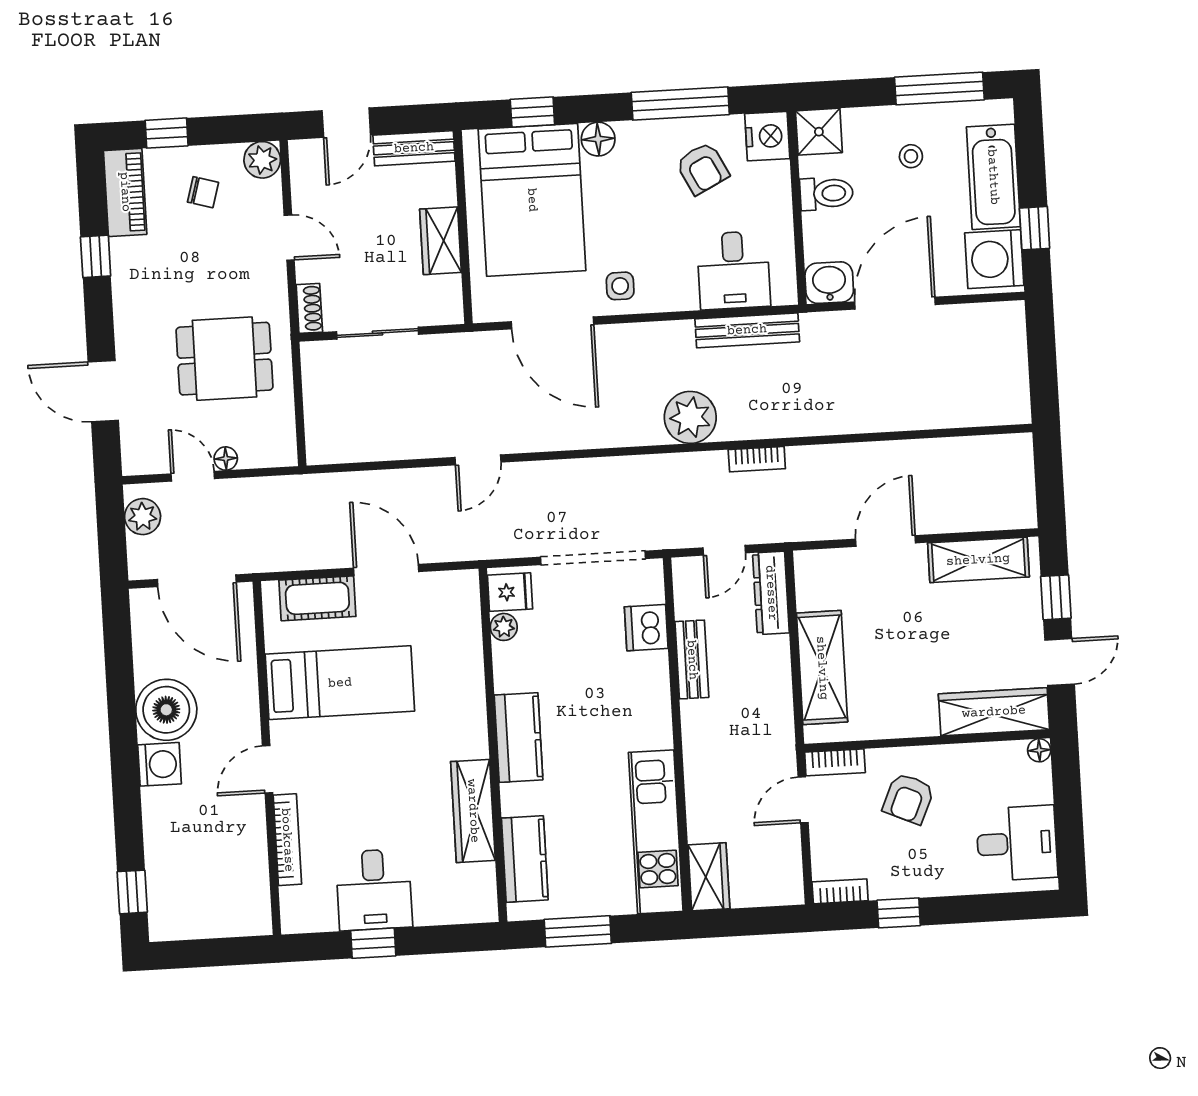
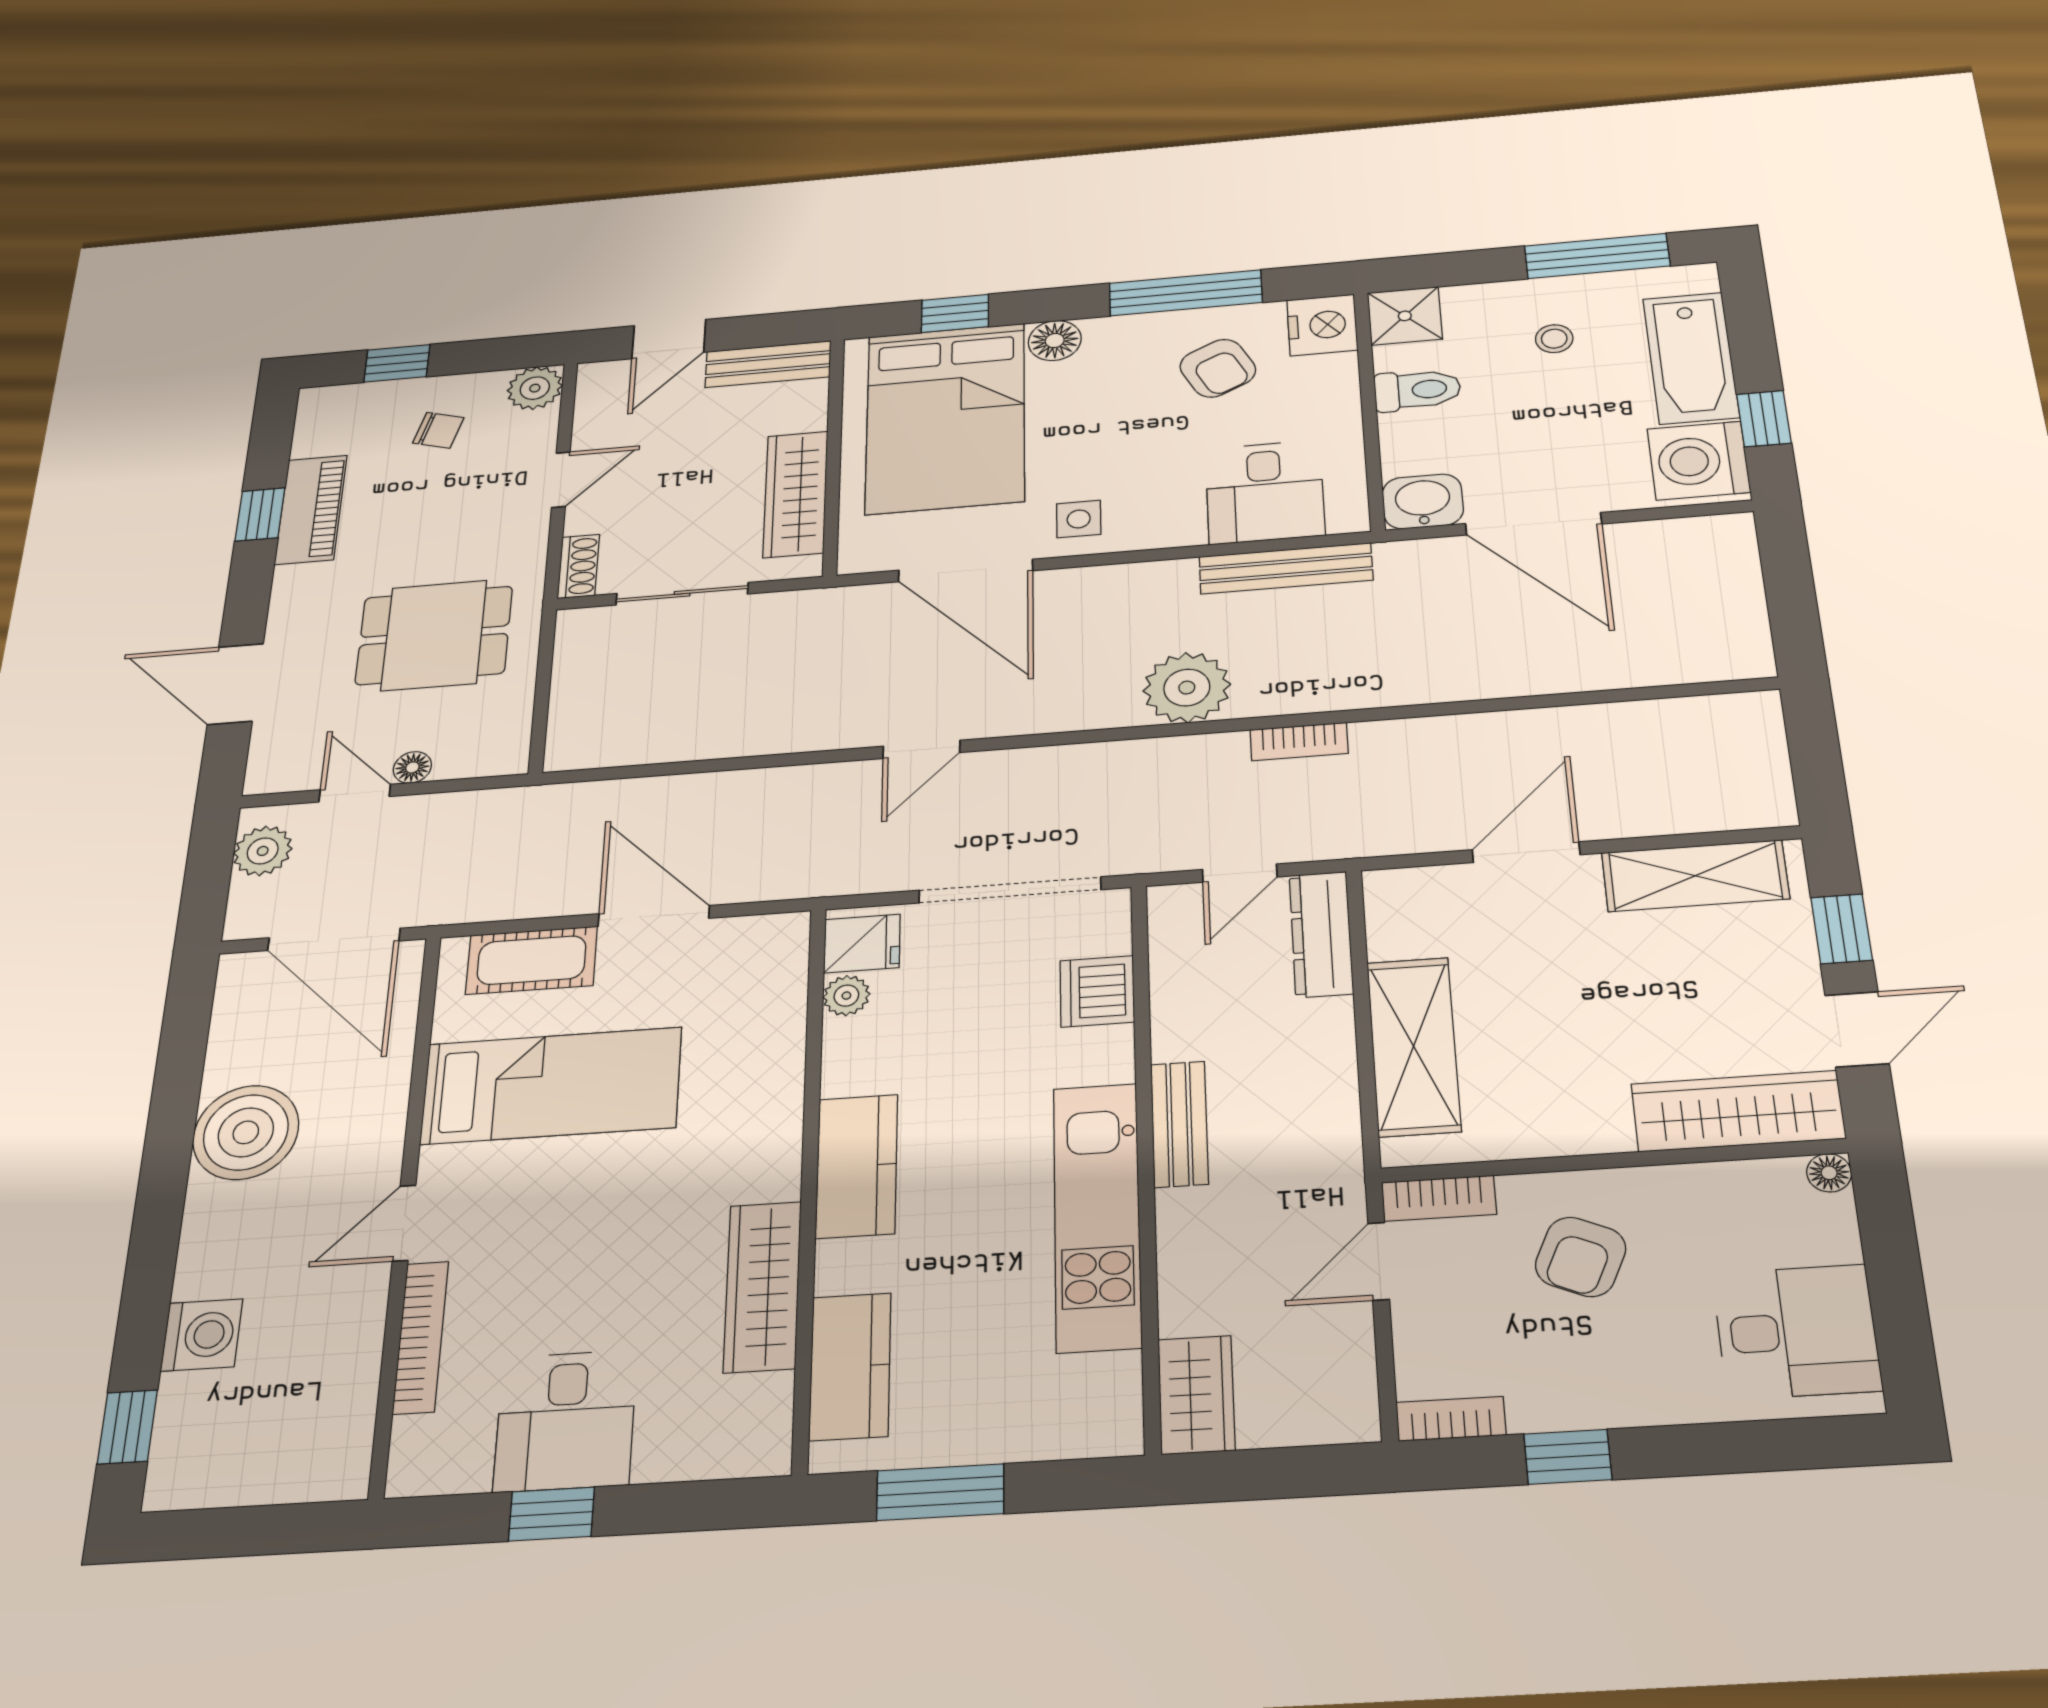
piano: (125, 192) -> (311, 510), moved
door: (289, 238) -> (561, 480), hinge flipped
wardrobe: (441, 241) -> (796, 494), width x1.50
door: (895, 303) -> (1533, 524), swing flipped
door: (478, 460) -> (921, 749), moved
bench: (692, 660) -> (1179, 1124), moved
washing machine: (160, 764) -> (202, 1335), moved
kitchen unit: (656, 832) -> (1097, 1216), moved

